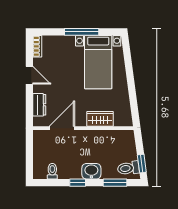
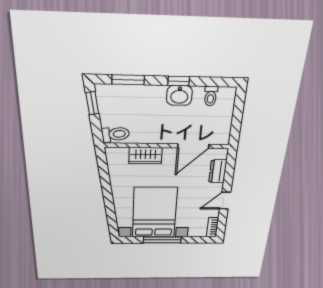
bed with nightstands: (98, 62) -> (155, 213), width x1.36
door: (29, 75) -> (225, 201), hinge flipped
toilet: (128, 168) -> (116, 134), moved
washbasin: (91, 171) -> (179, 95), moved

